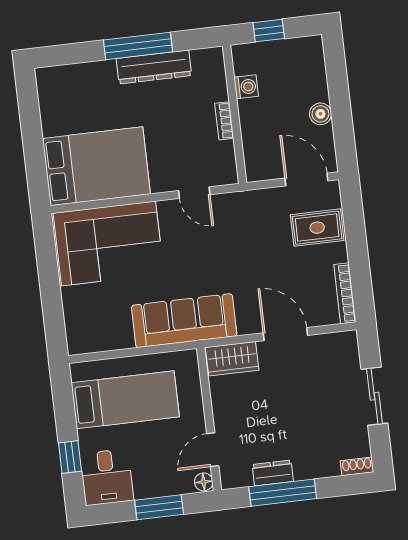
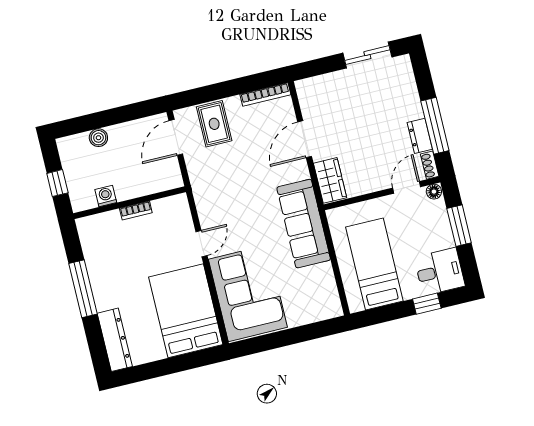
dresser: (154, 67) -> (115, 340), moved
boiler: (320, 114) -> (98, 138), moved
door: (194, 193) -> (202, 244), moved
sliding door: (374, 396) -> (367, 55), moved
door: (213, 450) -> (407, 187), swing flipped
shoe rack: (357, 466) -> (430, 165), moved

